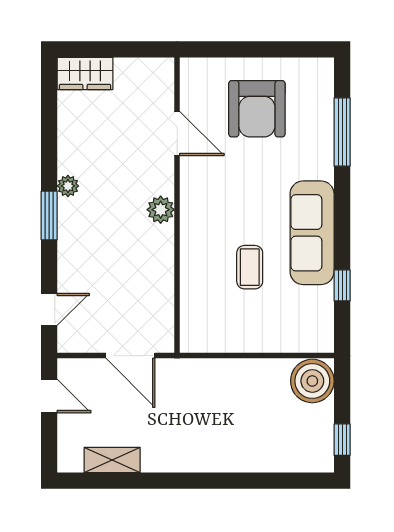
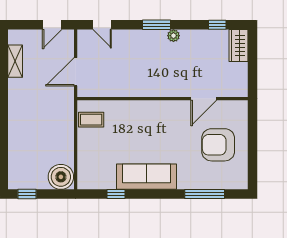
window: (49, 110) -> (217, 25), added
plant: (161, 210) -> (160, 89), removed
coffee table: (250, 267) -> (91, 120), moved

